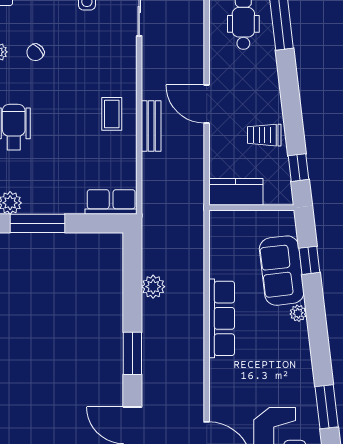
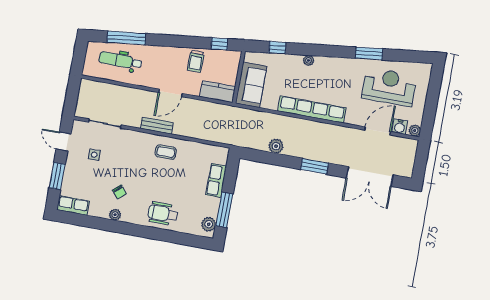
bench: (151, 126) -> (157, 126), moved
kitchen counter: (236, 192) -> (218, 92), moved, turned 90
row of seats: (111, 202) -> (216, 180), moved
sofa: (282, 271) -> (251, 85), moved, turned -83
row of seats: (222, 318) -> (312, 109), width x1.36

